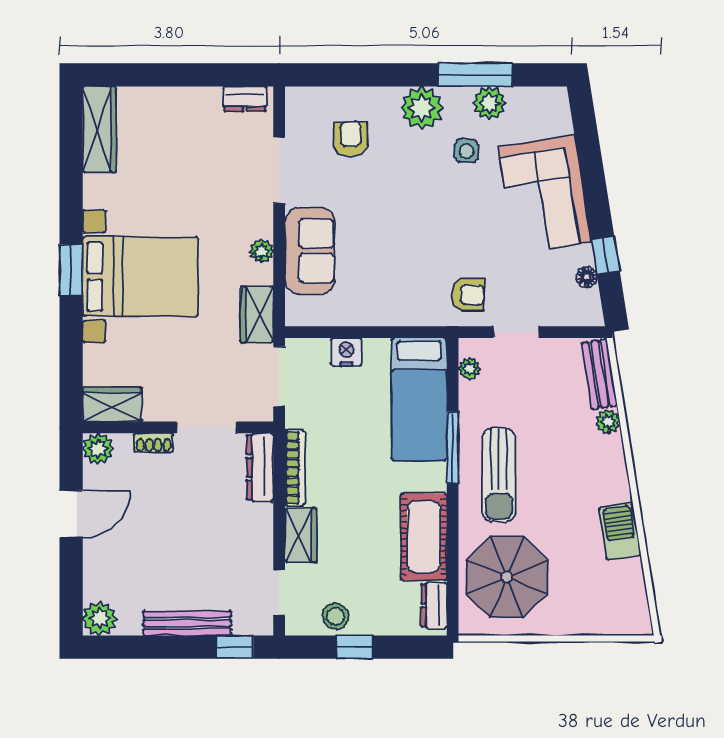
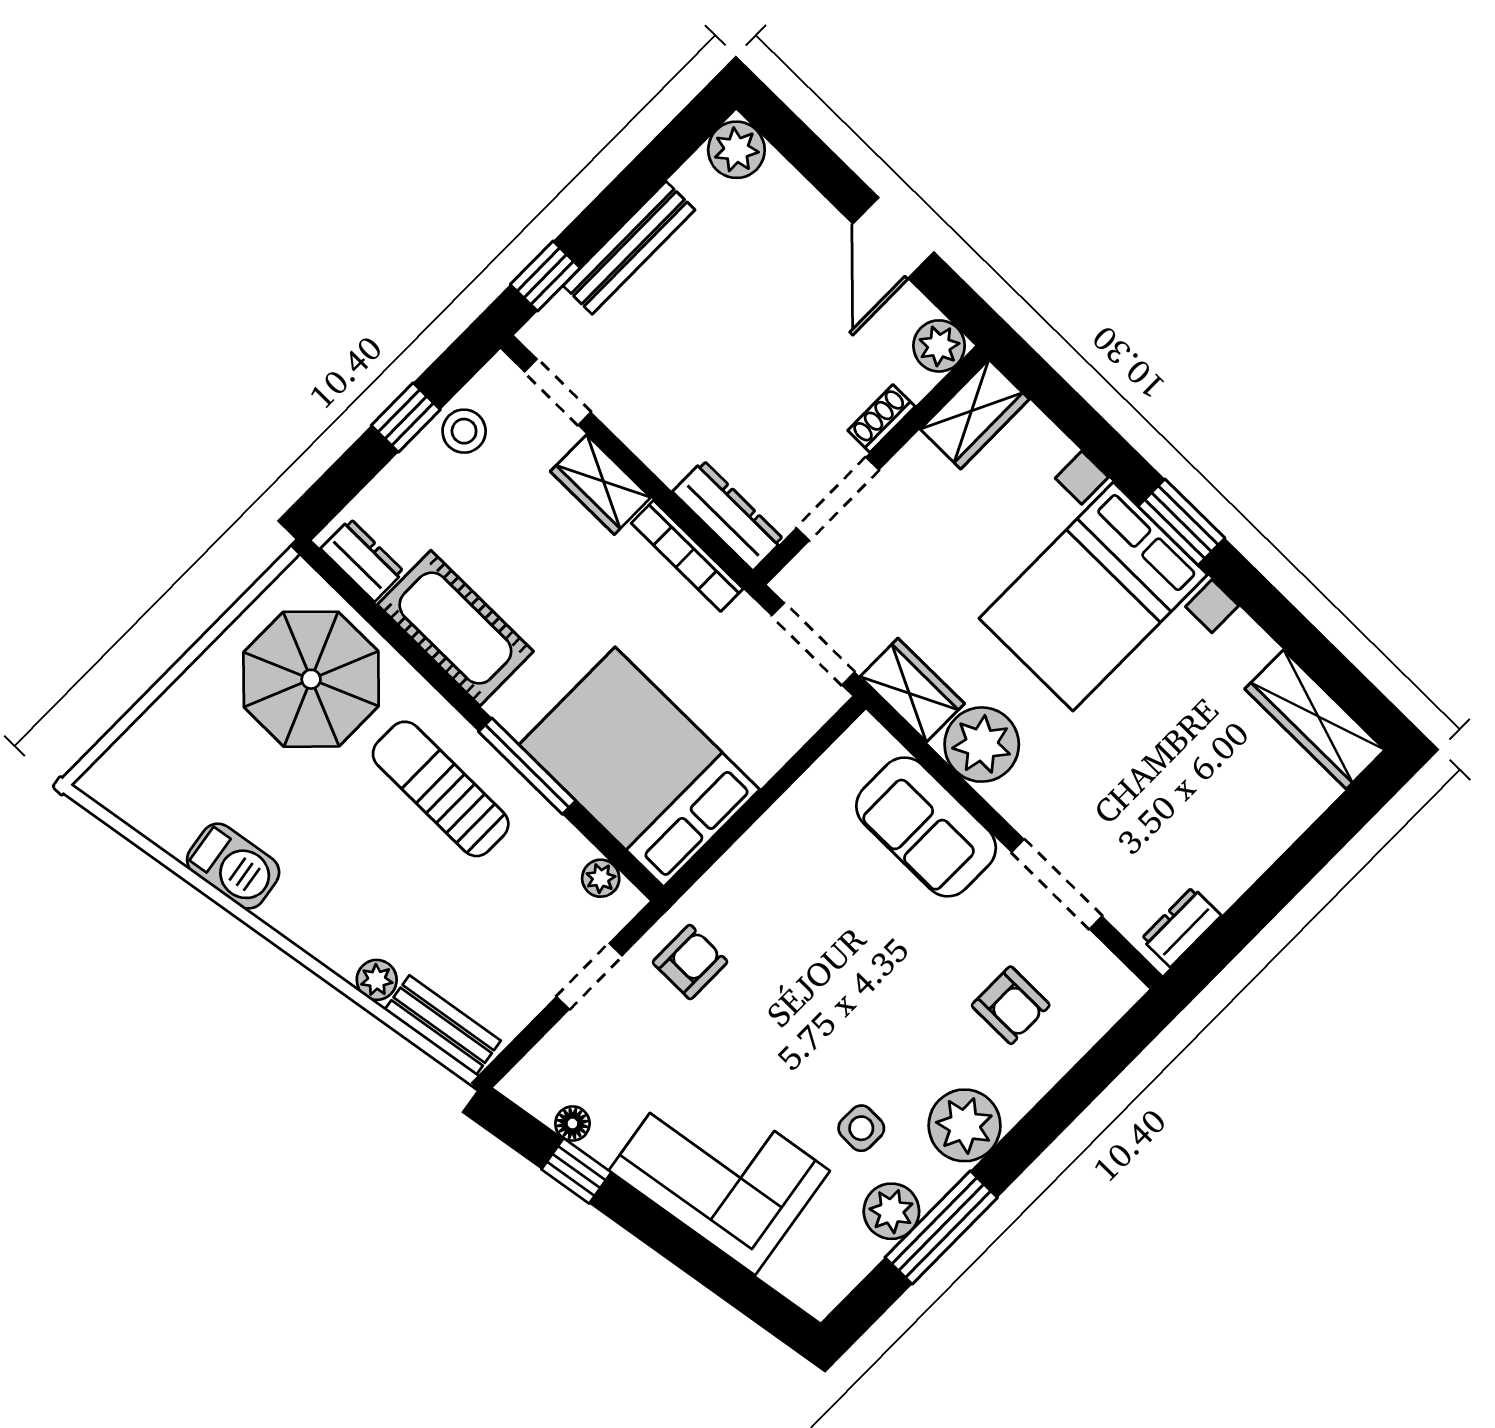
plant: (261, 251) -> (982, 745), width x1.88, depth x1.88
armchair: (468, 295) -> (690, 962), turned 180
nightstand: (346, 352) -> (764, 752), removed
bed: (419, 399) -> (639, 767), width x1.50

